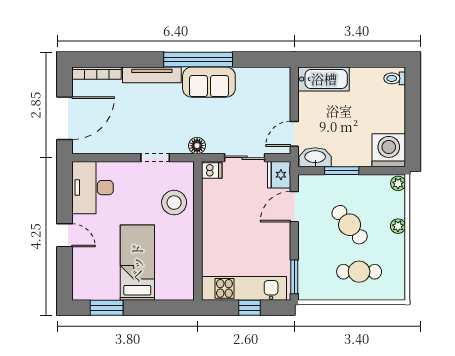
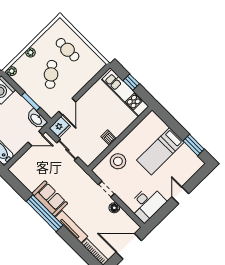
floor lamp: (197, 146) -> (114, 208), moved
dishwasher: (212, 170) -> (109, 138), moved
door: (294, 207) -> (67, 107), hinge flipped
window: (294, 277) -> (98, 76), removed

